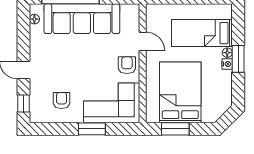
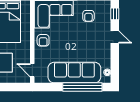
door: (143, 41) -> (32, 70), moved

